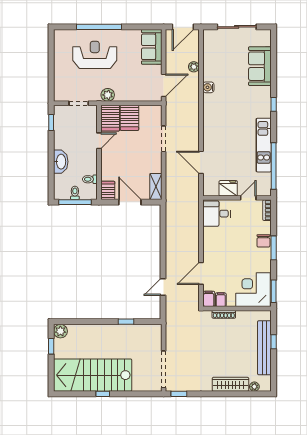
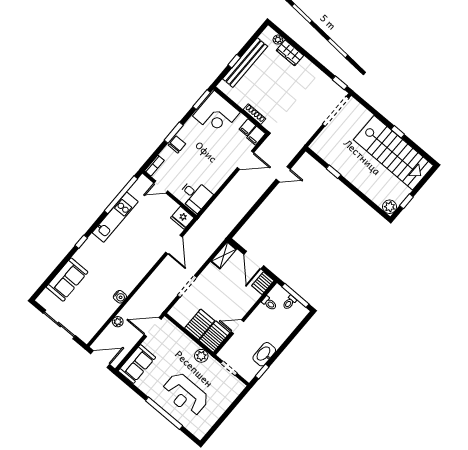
washbasin: (61, 162) -> (264, 354), moved
fridge: (228, 188) -> (182, 218), moved
wardrobe: (230, 384) -> (290, 53), width x0.67

